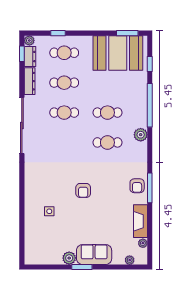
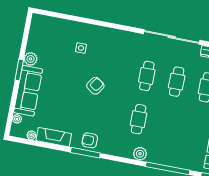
cafe table: (107, 113) -> (147, 76), moved
armchair: (83, 190) -> (95, 86), turned 125
sofa: (94, 255) -> (28, 91), width x1.36

